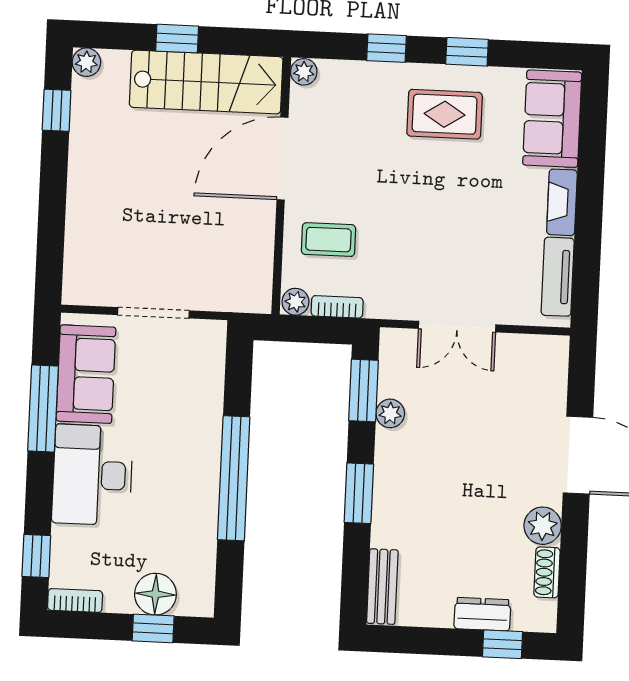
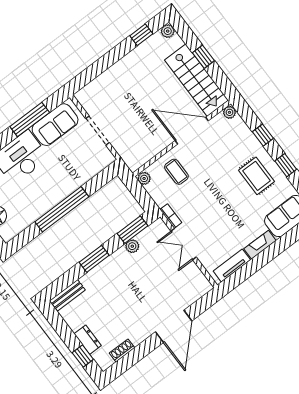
bookcase: (337, 307) -> (171, 216), moved
plant: (543, 526) -> (138, 335), removed

